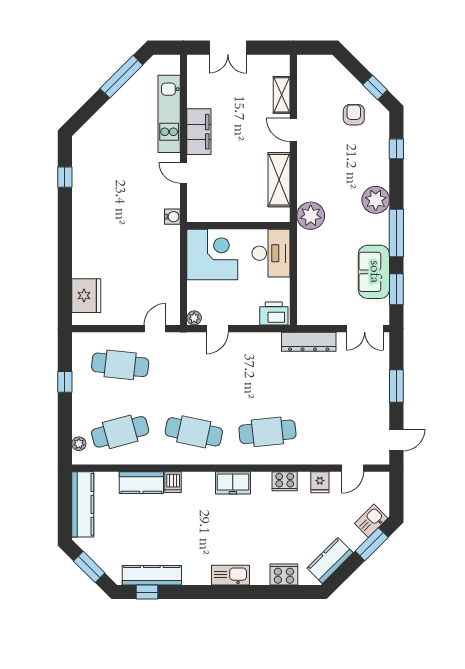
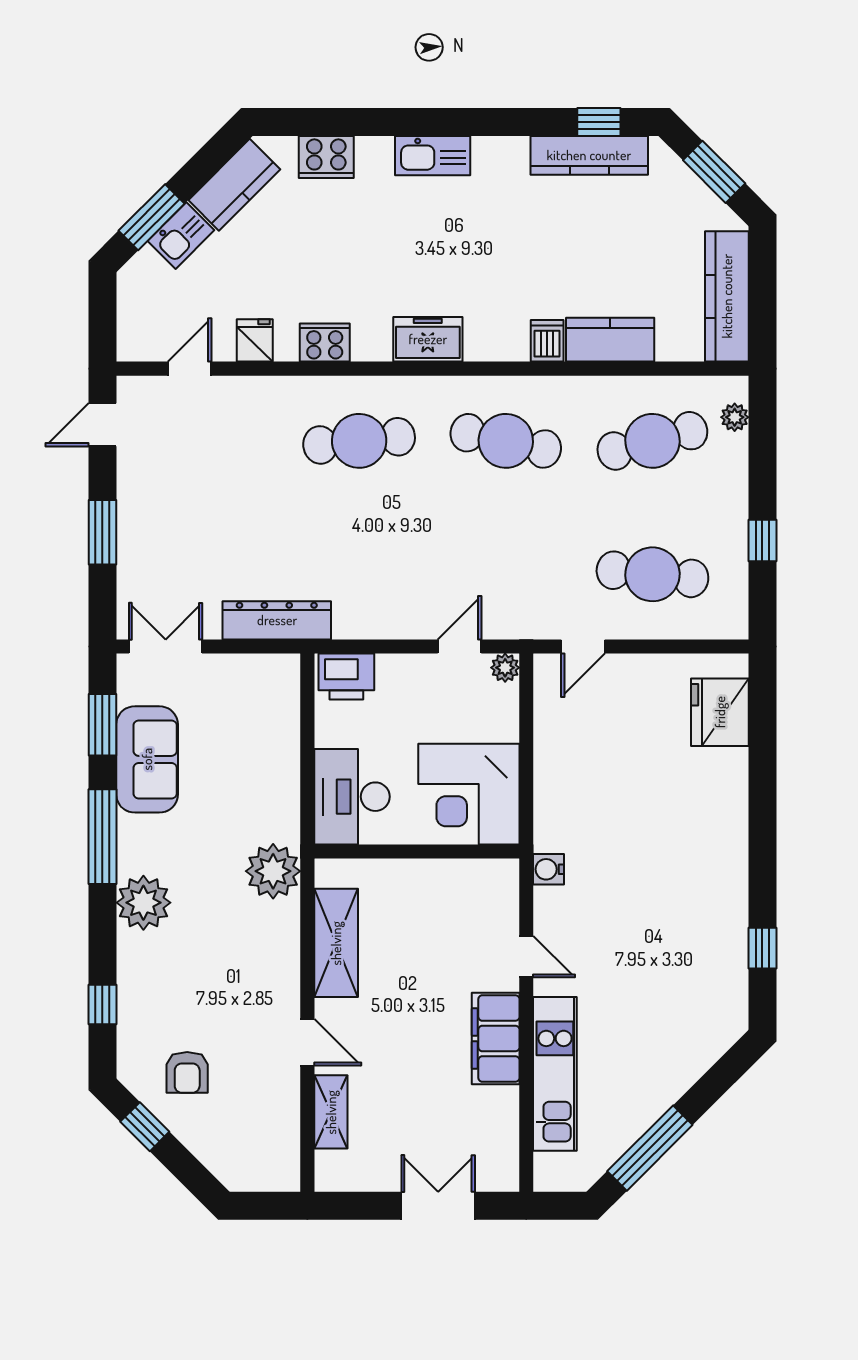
kitchen sink: (371, 521) -> (181, 236), moved

